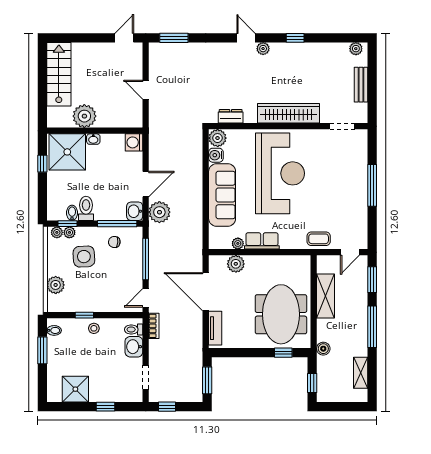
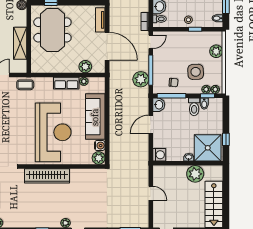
dresser: (231, 116) -> (89, 174), removed
reception desk: (280, 173) -> (53, 132), turned 180
plant: (159, 212) -> (141, 79), moved

